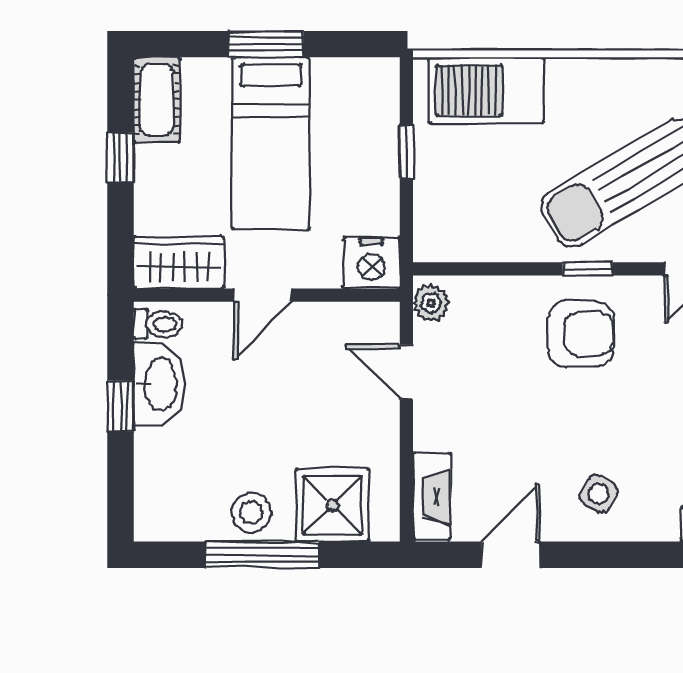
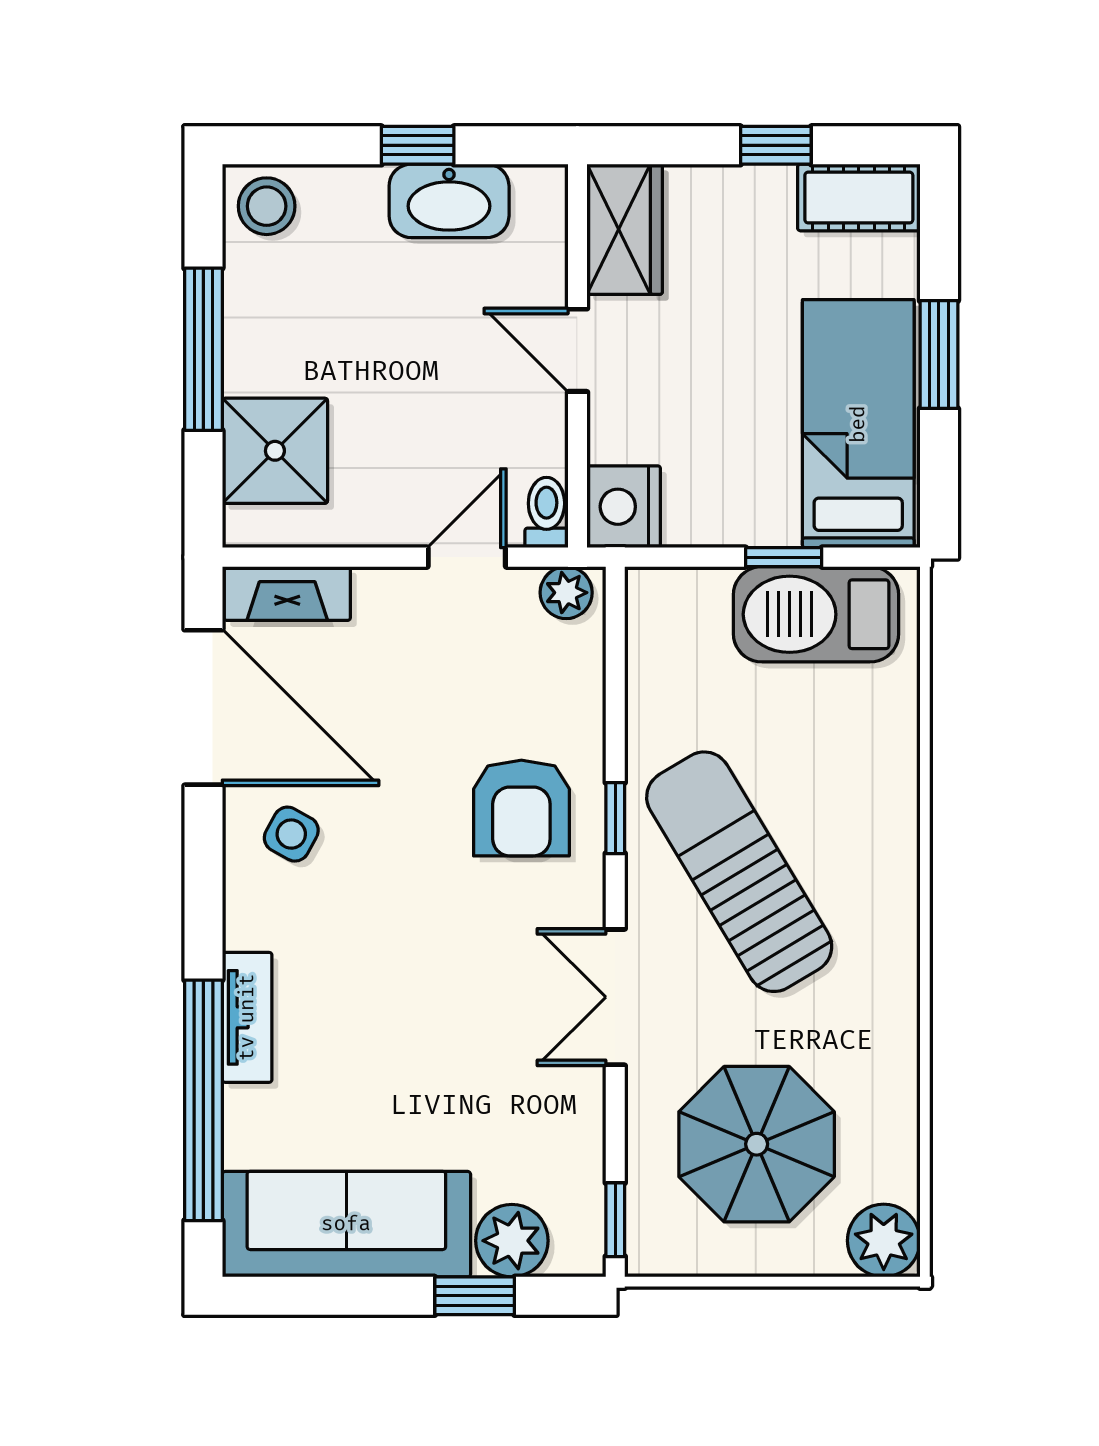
barbecue: (486, 90) -> (816, 614), moved, turned -90
bed: (271, 143) -> (858, 424), moved, turned 90
toilet: (158, 324) -> (546, 513), moved, turned 180
stool: (251, 512) -> (267, 206), moved
door: (511, 555) -> (203, 707), width x1.88

